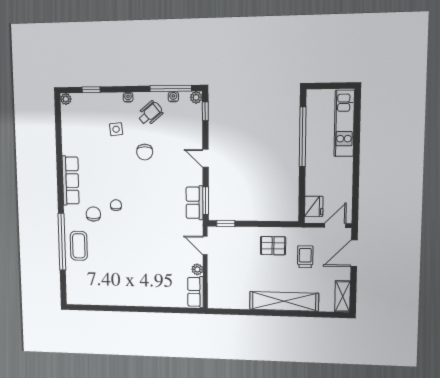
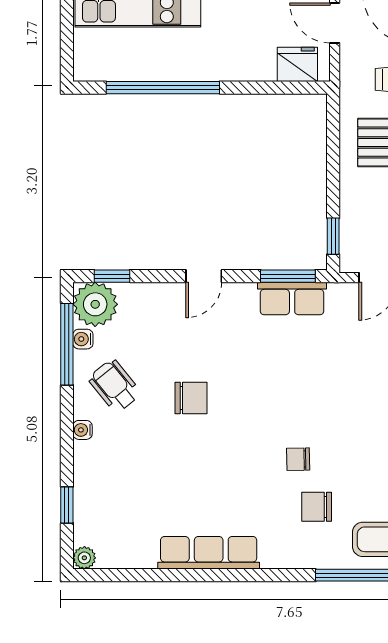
plant: (196, 97) -> (95, 304), width x1.88, depth x1.88
side table: (116, 129) -> (145, 456), removed
row of seats: (71, 181) -> (209, 553), moved

